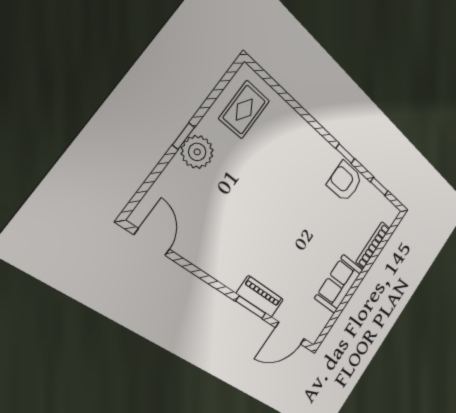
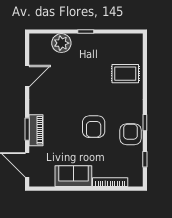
rug: (244, 110) -> (125, 74), moved
plant: (197, 152) -> (61, 43), moved
armchair: (306, 220) -> (94, 127), added
door: (152, 242) -> (27, 76), moved

